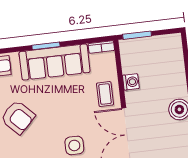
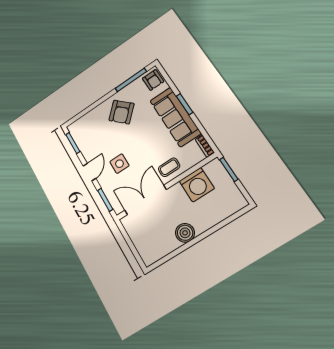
washing machine: (131, 82) -> (197, 185), width x1.89, depth x1.89

